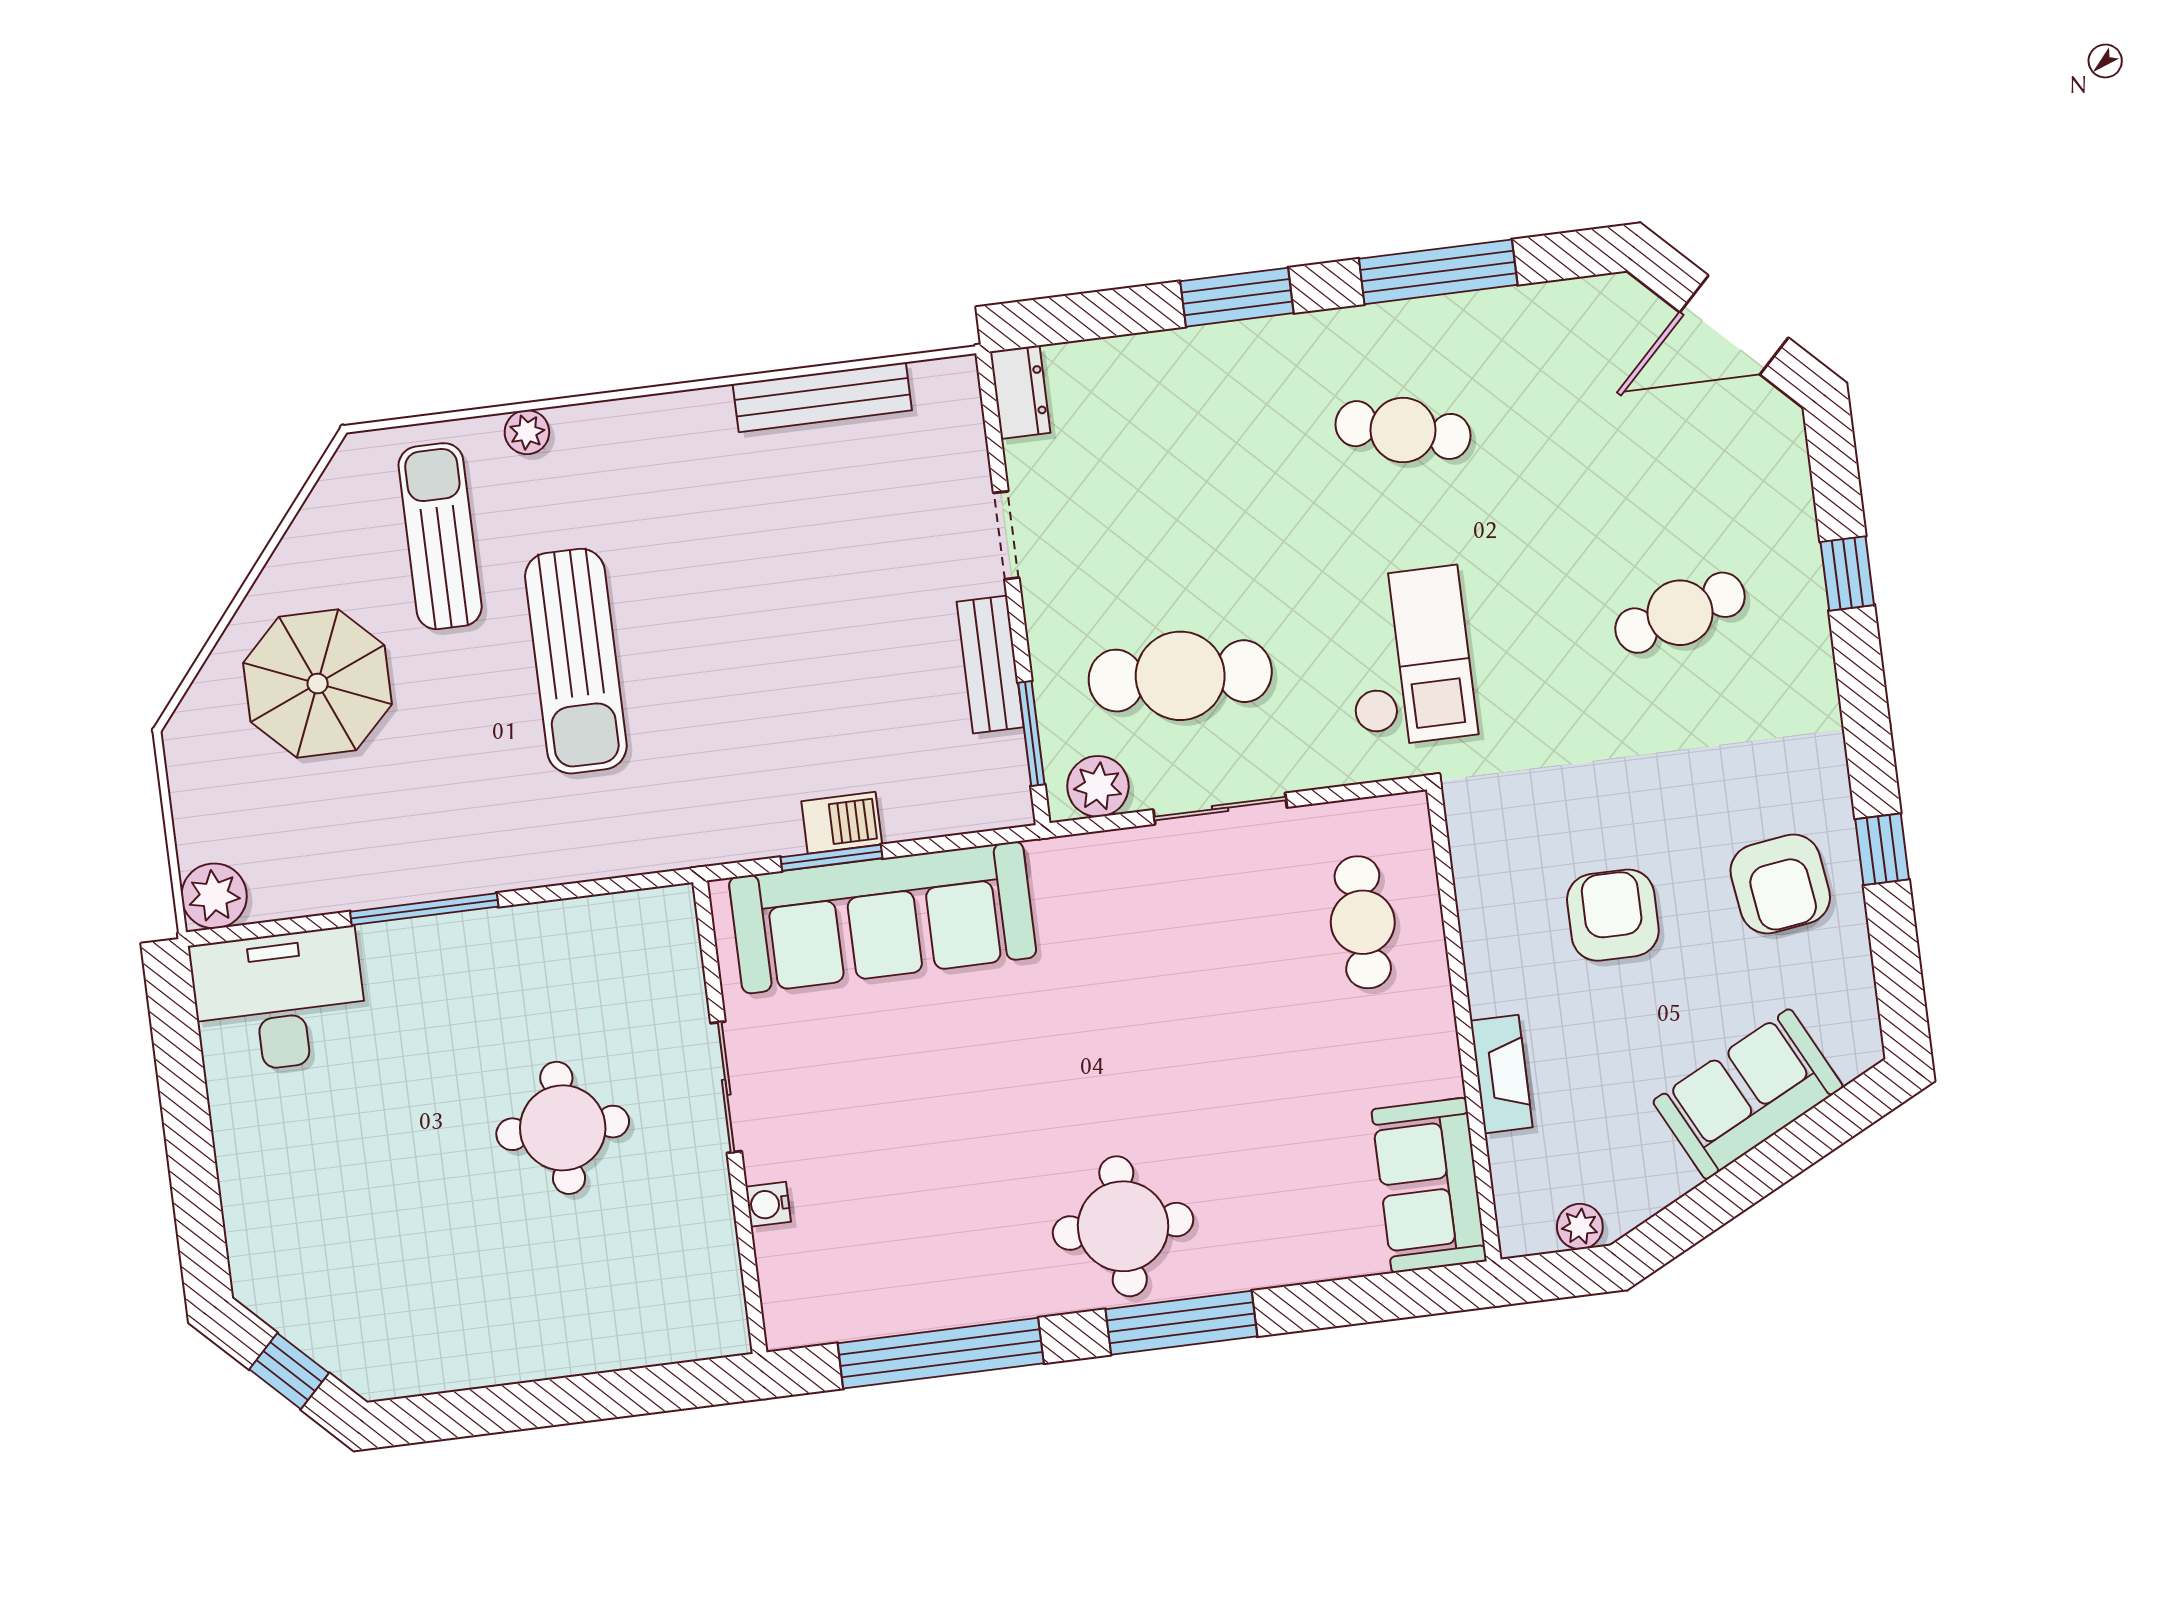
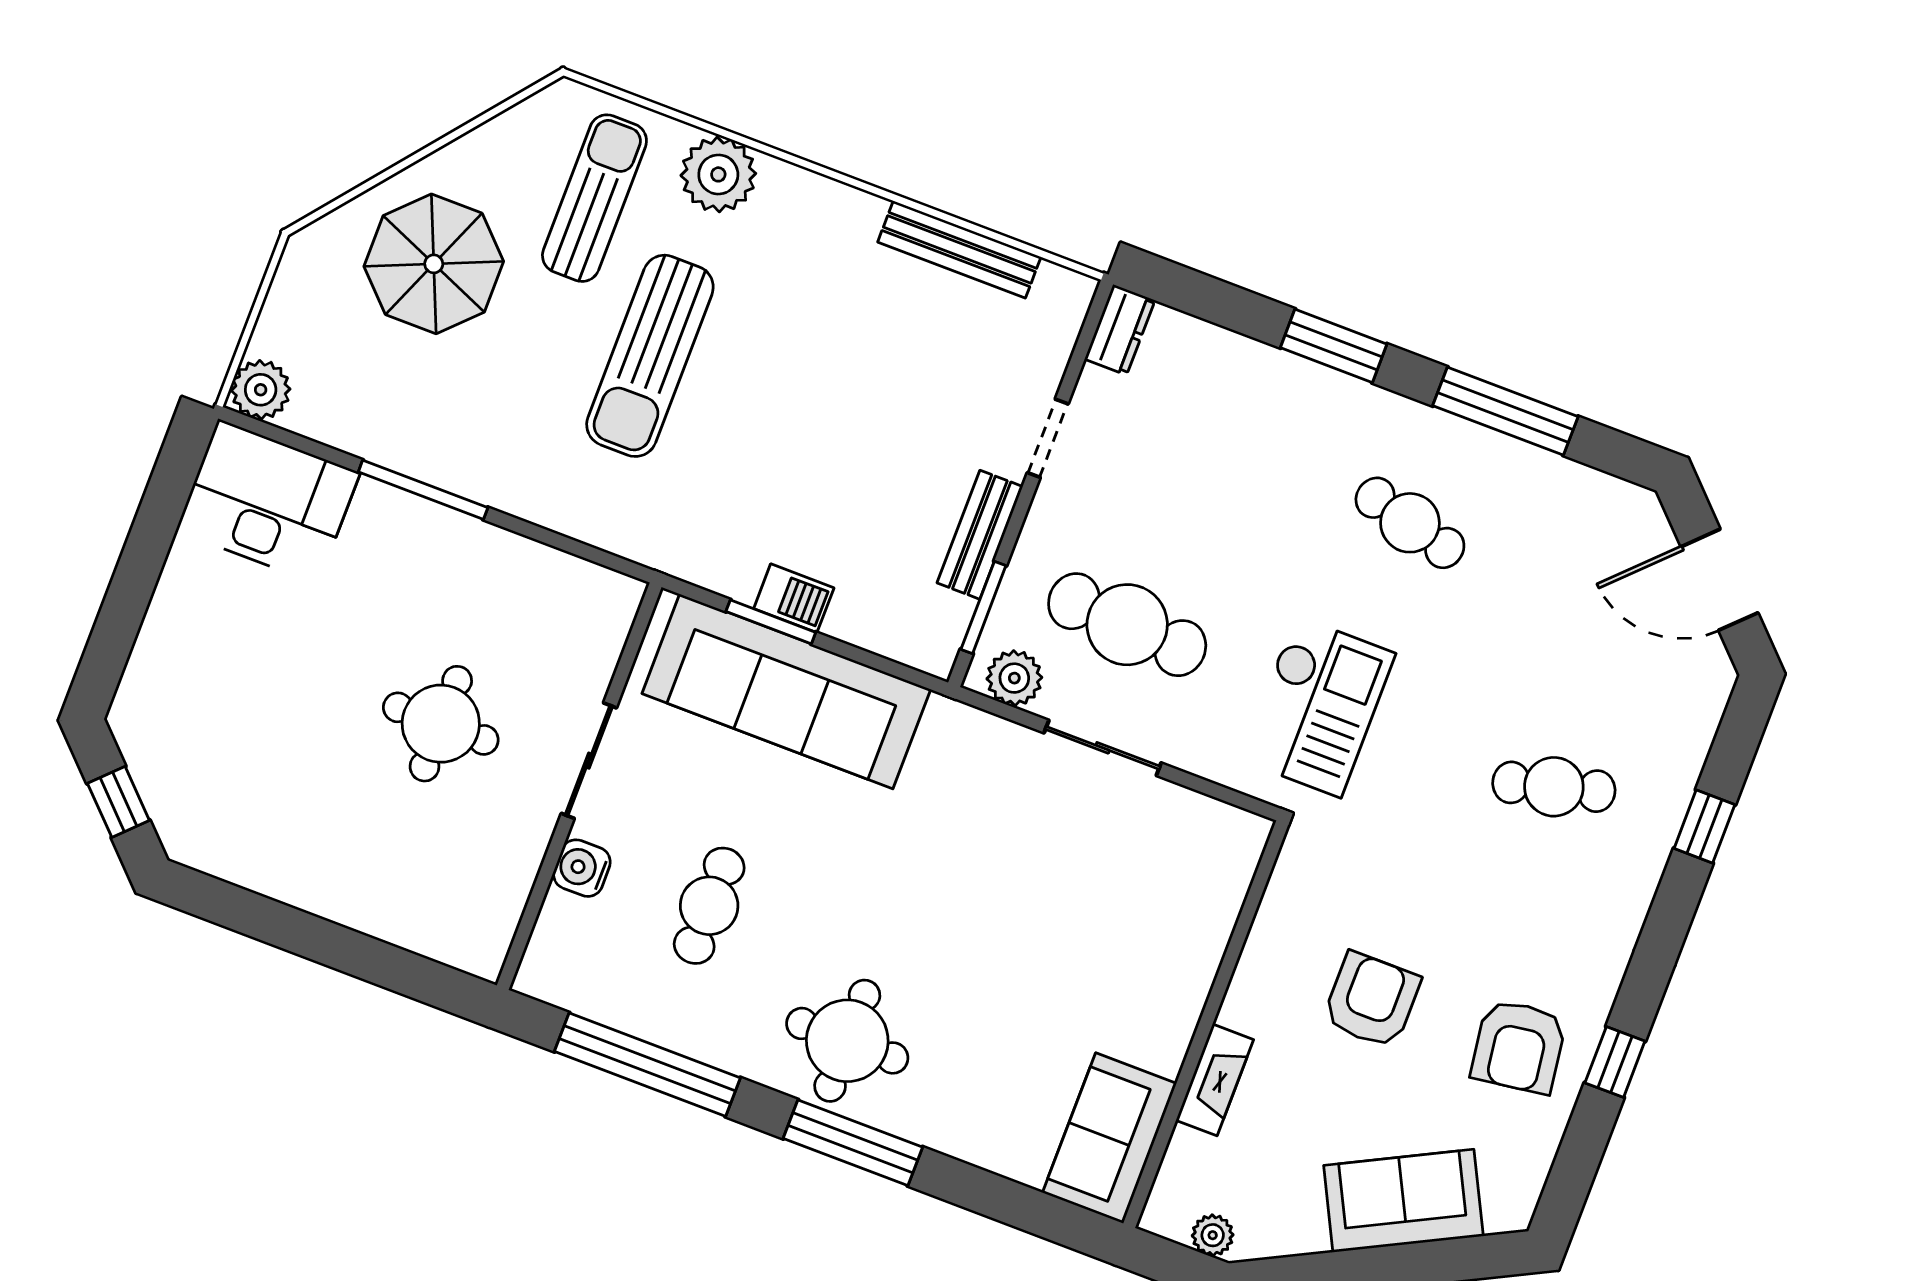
plant: (527, 432) -> (718, 174), width x1.88, depth x1.88
cafe table: (1363, 922) -> (709, 906), moved
water cooler: (768, 1204) -> (582, 868), width x1.38, depth x1.38

